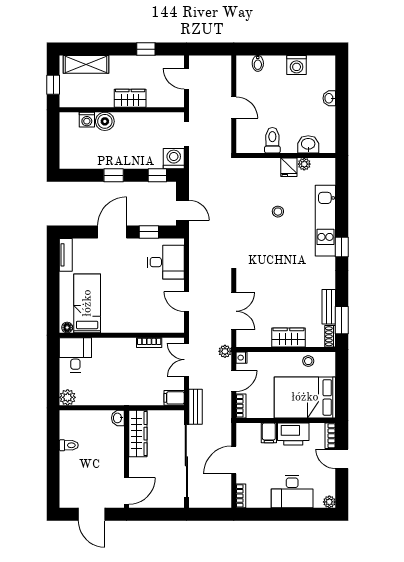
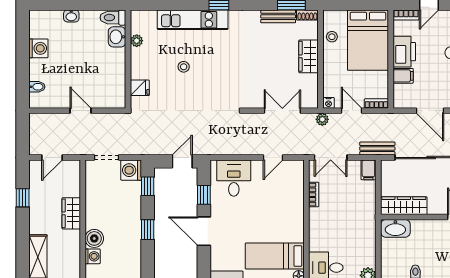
door: (234, 107) -> (81, 111), hinge flipped
toilet: (272, 140) -> (113, 18), moved
fridge: (289, 167) -> (140, 88), moved
washbasin: (118, 418) -> (395, 228), width x1.91, depth x1.45

